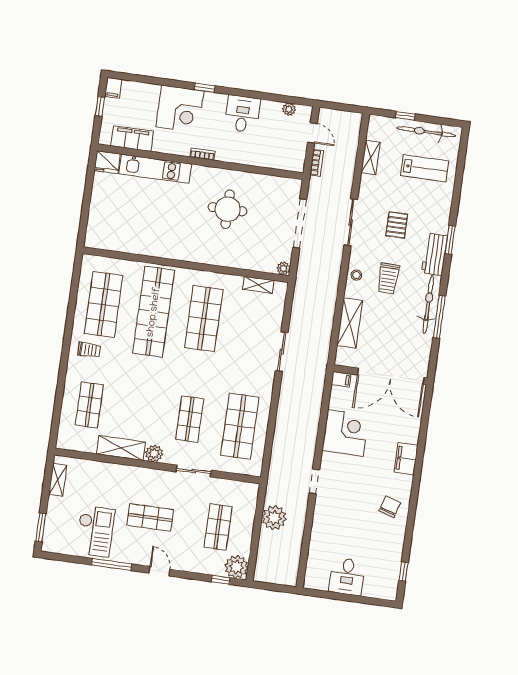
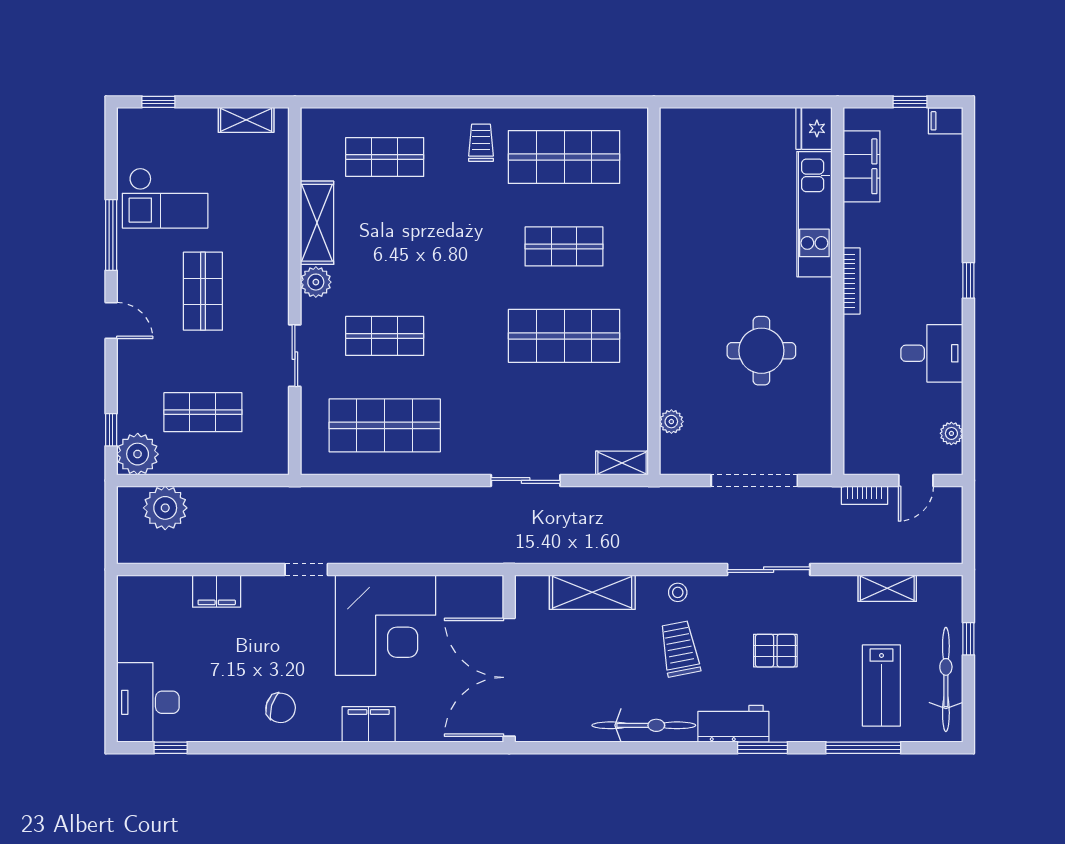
corner desk: (180, 109) -> (925, 243), removed
bookcase: (202, 154) -> (852, 281), width x1.56
plant: (283, 268) -> (671, 422), moved
trolley: (388, 278) -> (680, 649), turned 78
shelving: (258, 285) -> (622, 463), moved, turned 90
shop shelf: (154, 312) -> (564, 246), width x0.50, depth x0.74
window: (439, 317) -> (863, 748), moved
trolley: (89, 350) -> (481, 143), turned 180
filing cabinet: (341, 379) -> (217, 591), moved, width x2.00
corner desk: (345, 433) -> (386, 625), width x1.36, depth x1.36
plant: (274, 518) -> (165, 508), moved
window: (41, 527) -> (158, 102), width x0.67
door: (160, 571) -> (111, 321), hinge flipped
desk: (347, 576) -> (148, 702), moved, width x1.37

